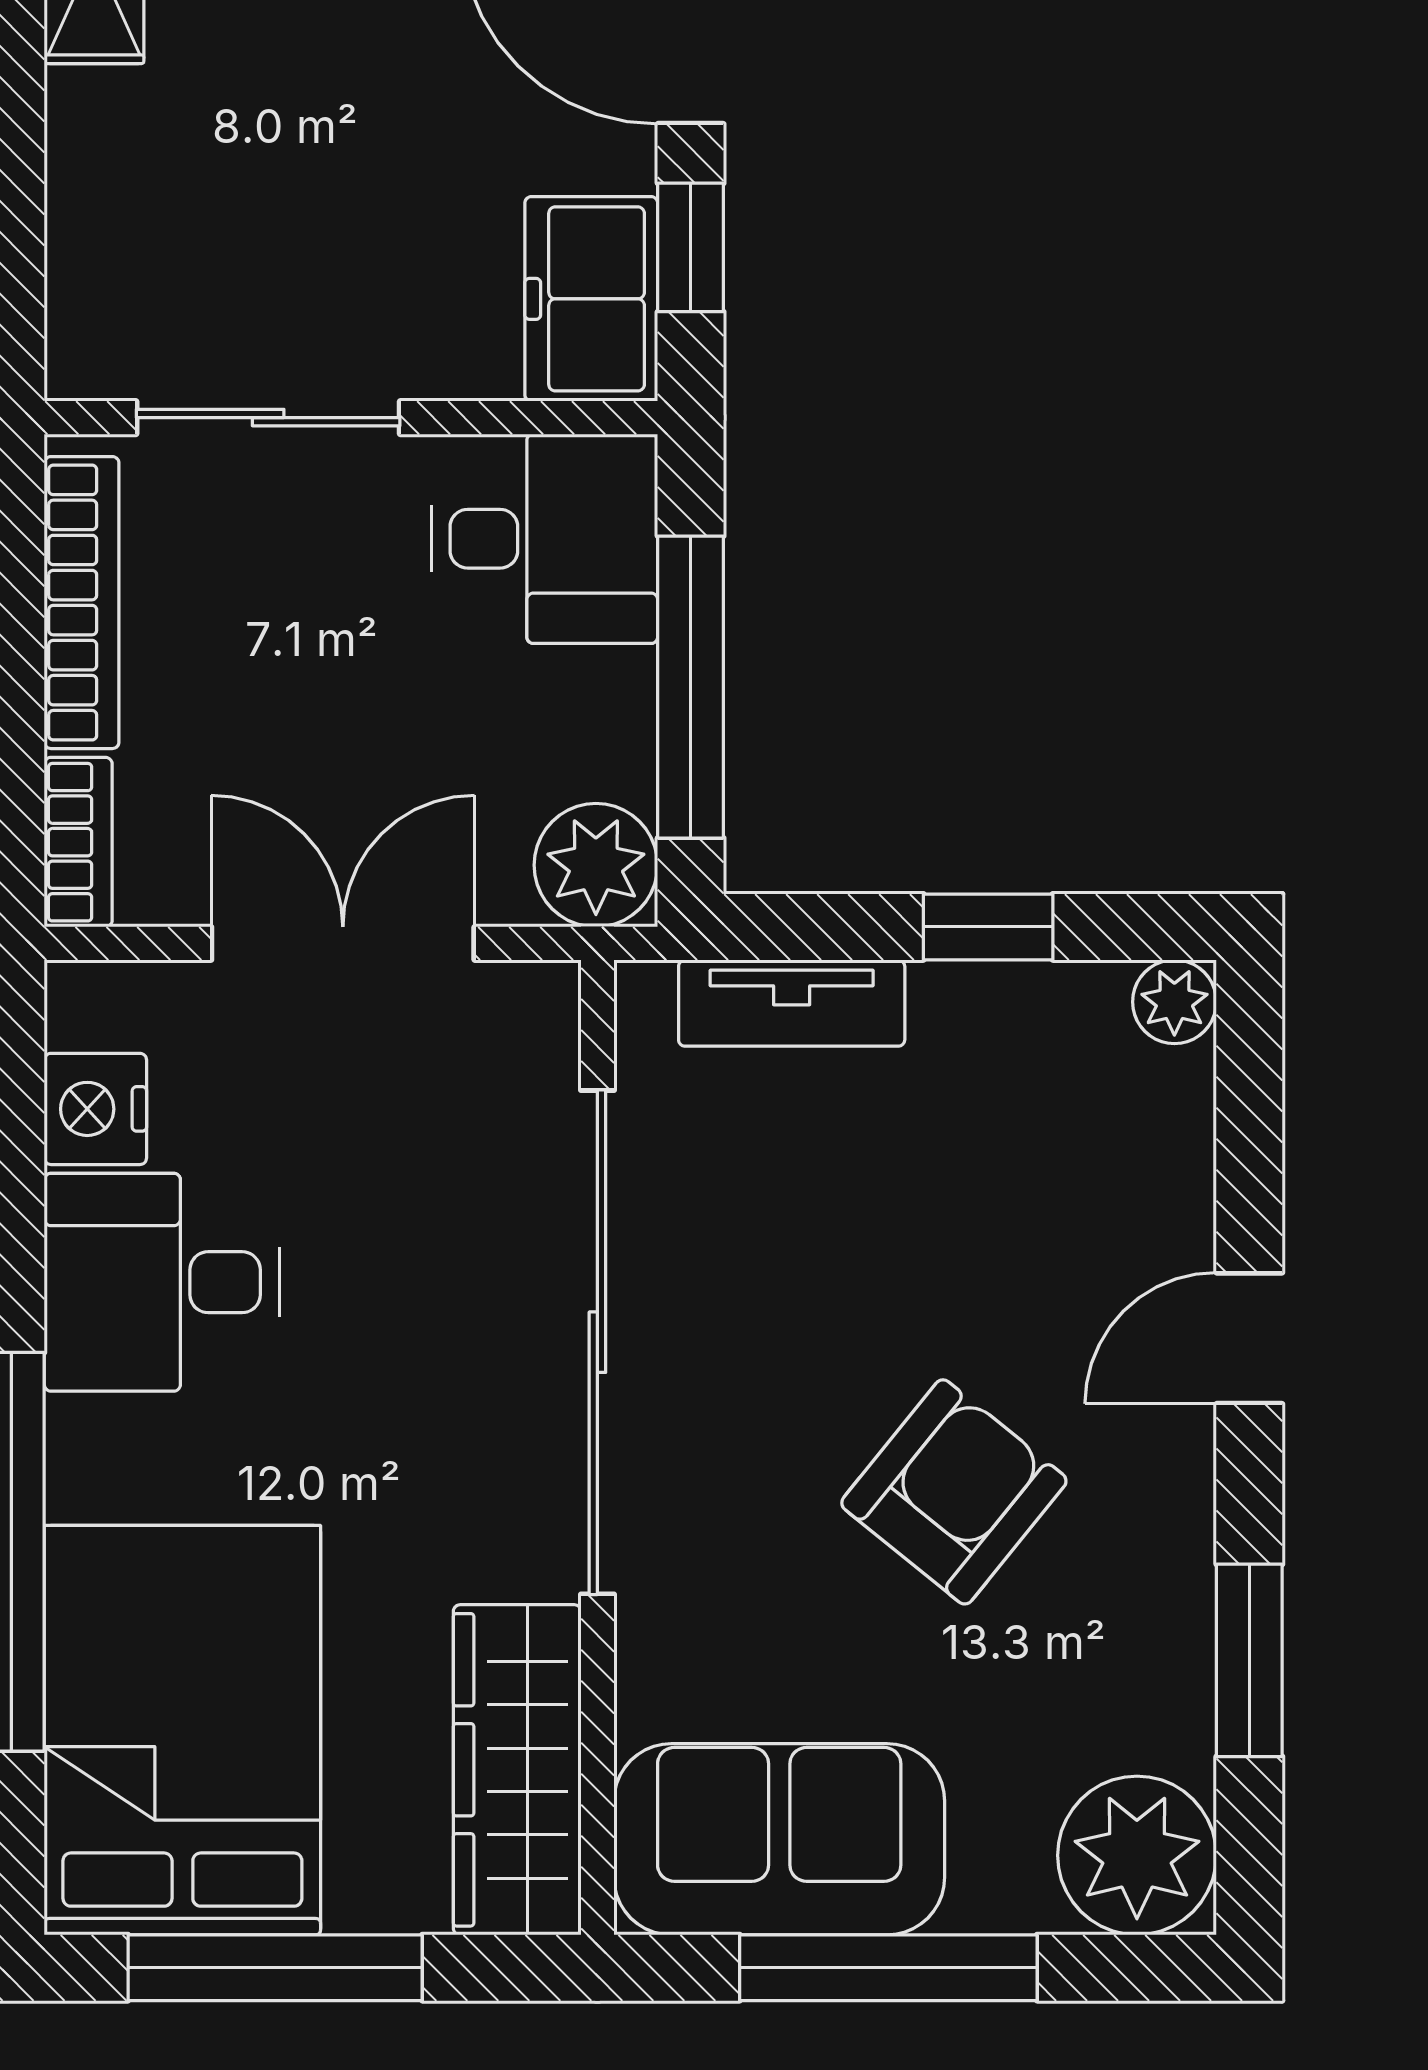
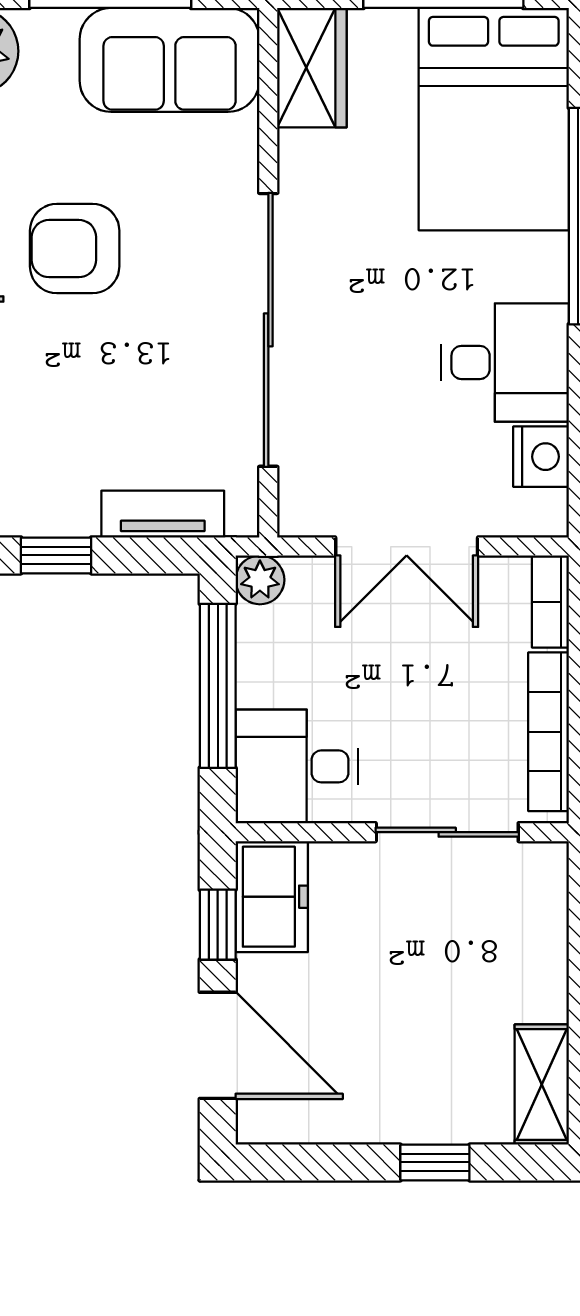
plant: (596, 865) -> (260, 580), width x0.73, depth x0.73
armchair: (954, 1492) -> (75, 249), turned 51
wardrobe: (517, 1770) -> (312, 68), width x0.67

